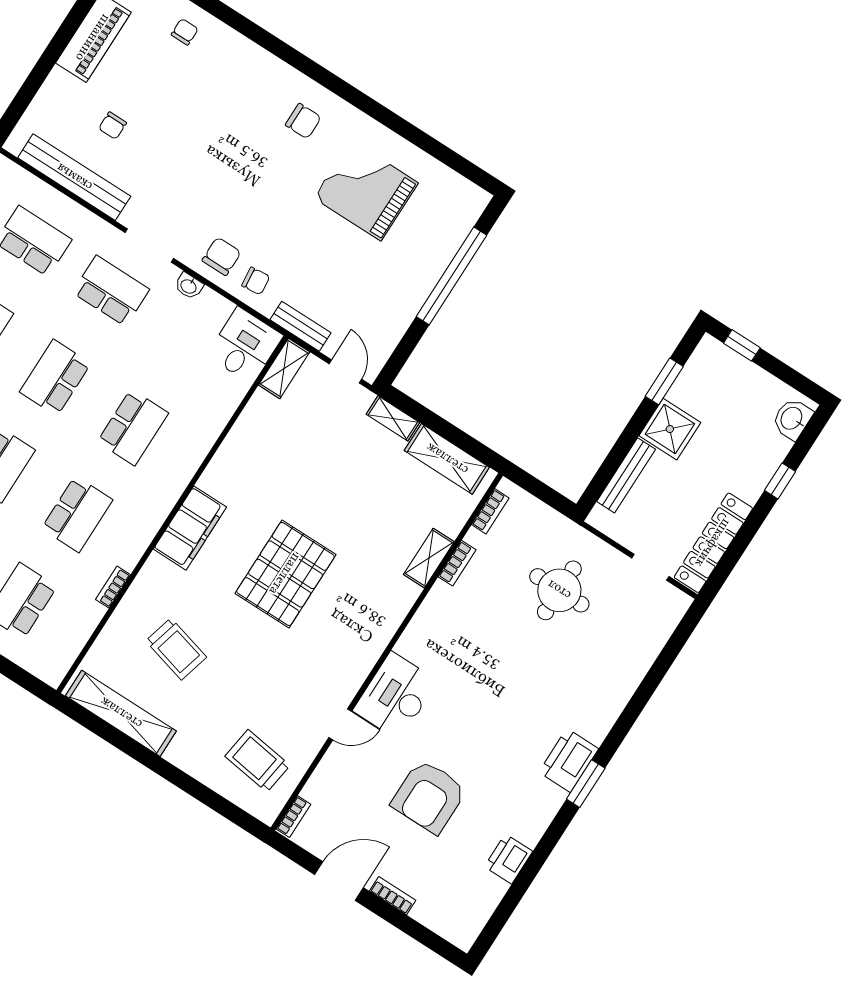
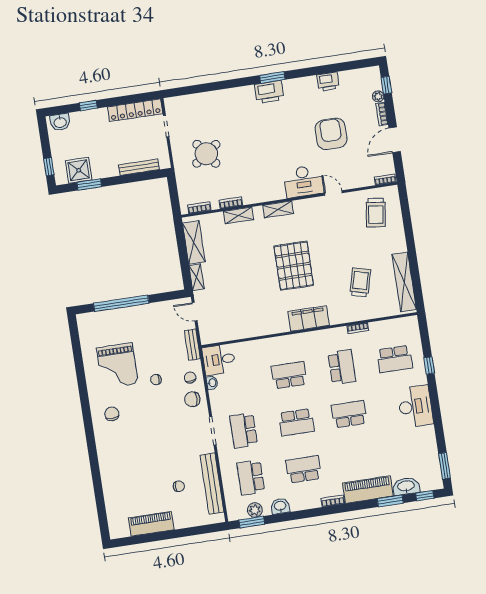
chair: (185, 32) -> (156, 380), moved
washbasin: (189, 286) -> (212, 383), moved
shelving: (284, 368) -> (278, 209), moved
door: (345, 371) -> (195, 312), hinge flipped
shower: (670, 429) -> (79, 170), moved
school desk: (77, 514) -> (342, 367), turned 90
pallet: (285, 574) -> (294, 266), turned 90
round table: (559, 590) -> (206, 154), turned -36
armchair: (429, 797) -> (331, 134), turned -90
door: (339, 881) -> (395, 140), hinge flipped
plant: (423, 913) -> (378, 96), added
window: (429, 939) -> (386, 85), added

